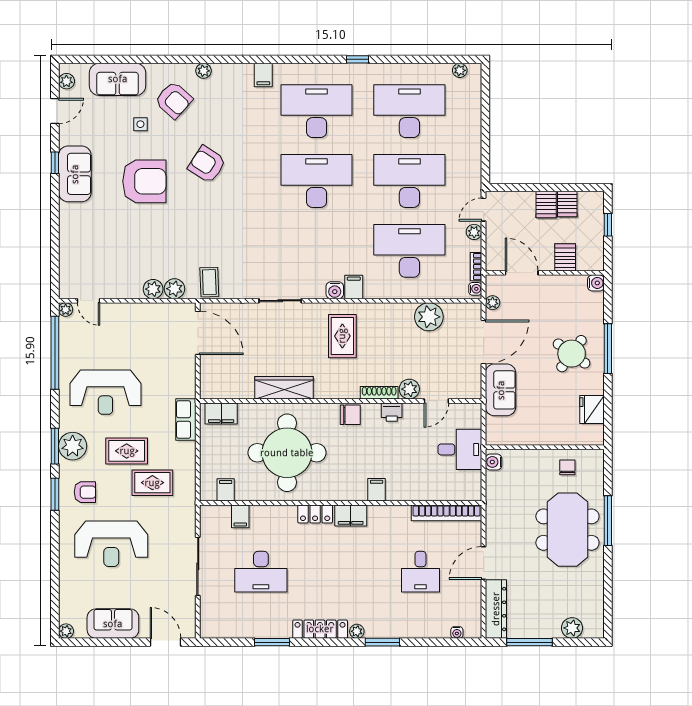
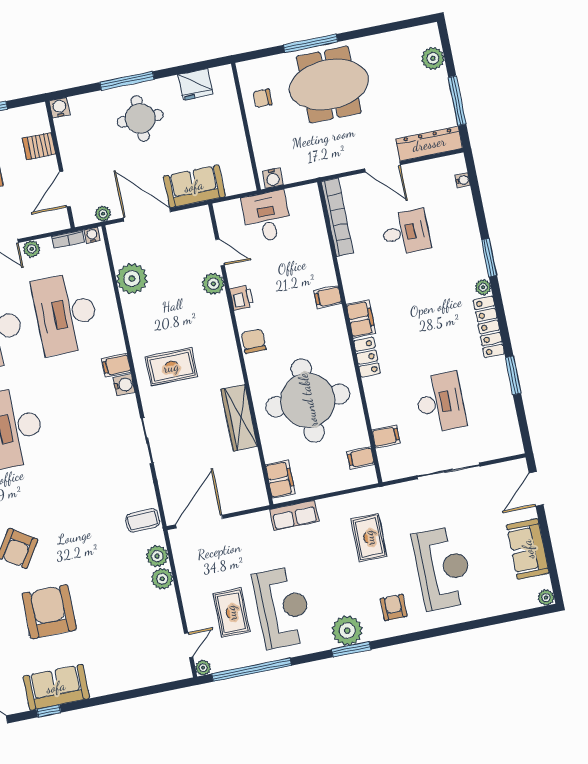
round table: (572, 354) -> (140, 118), turned -36
shoe rack: (379, 393) -> (224, 315), removed
rug: (127, 451) -> (231, 613), moved
window: (55, 494) -> (402, 639), removed

